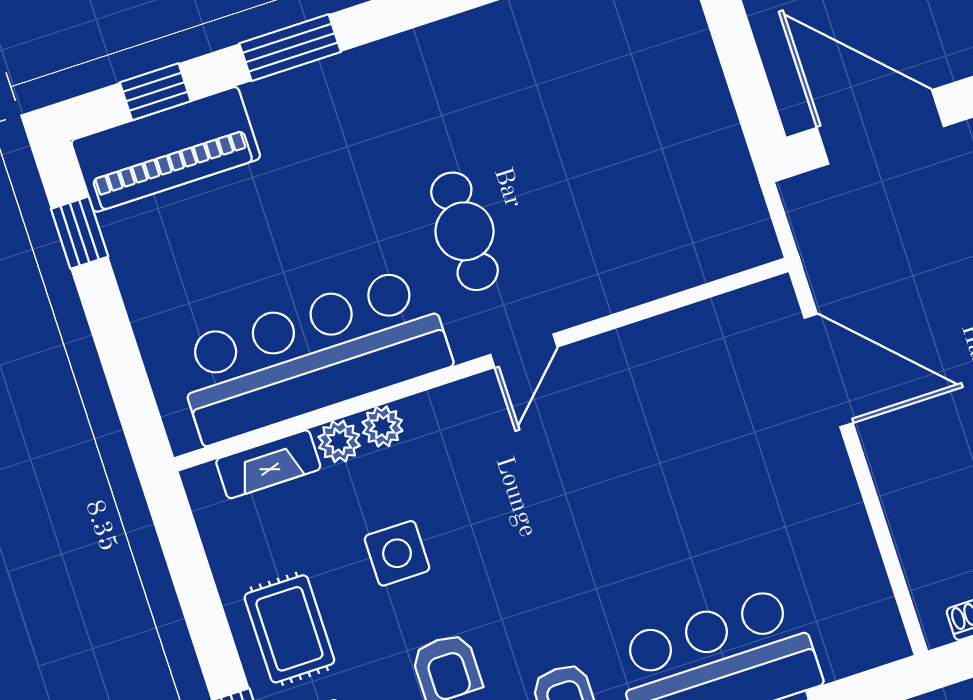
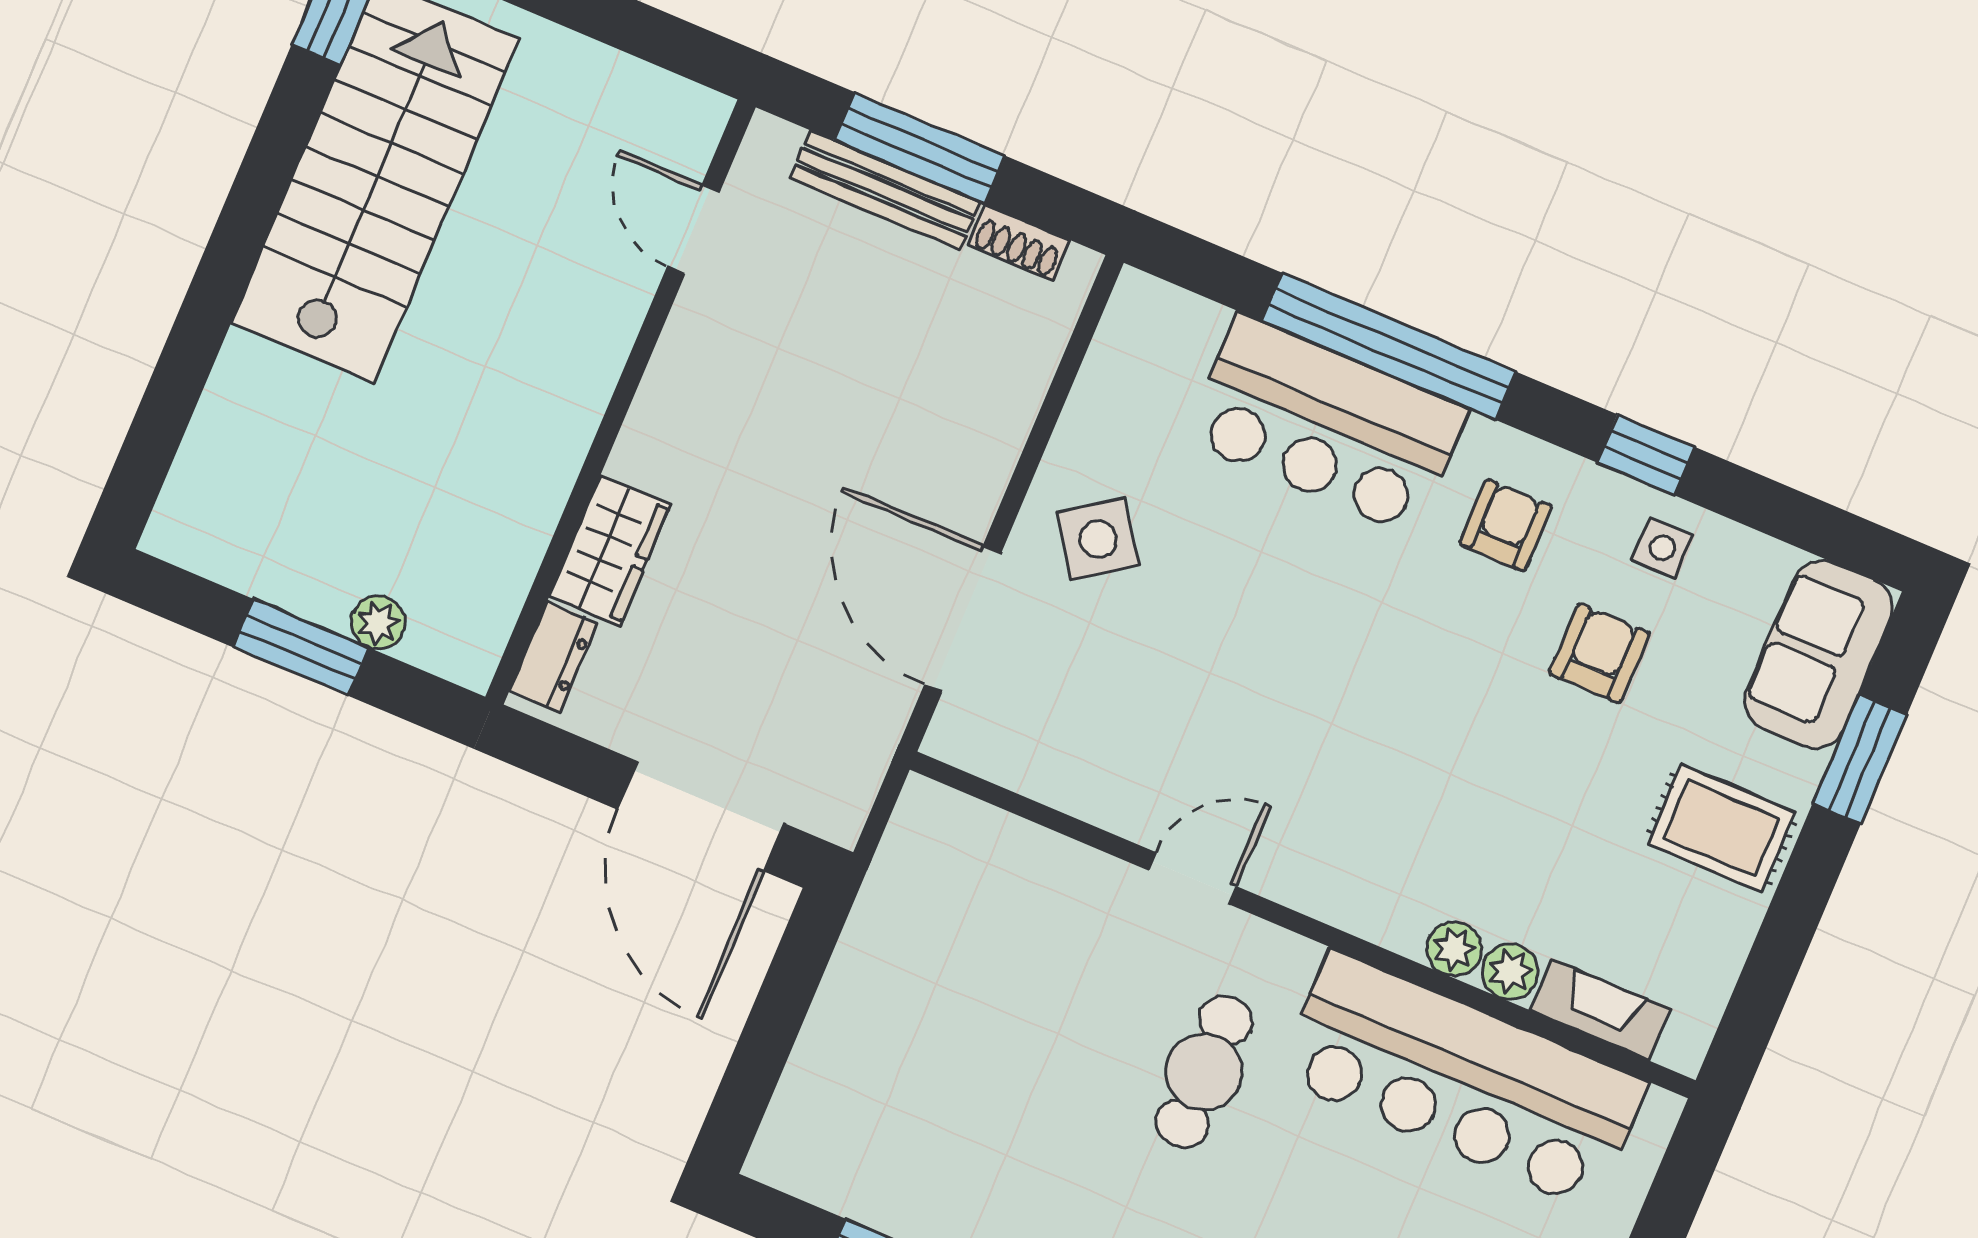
door: (524, 351) -> (1193, 878), moved
side table: (397, 553) -> (1098, 539), moved, turned -35
rug: (289, 629) -> (1721, 828), turned 90

